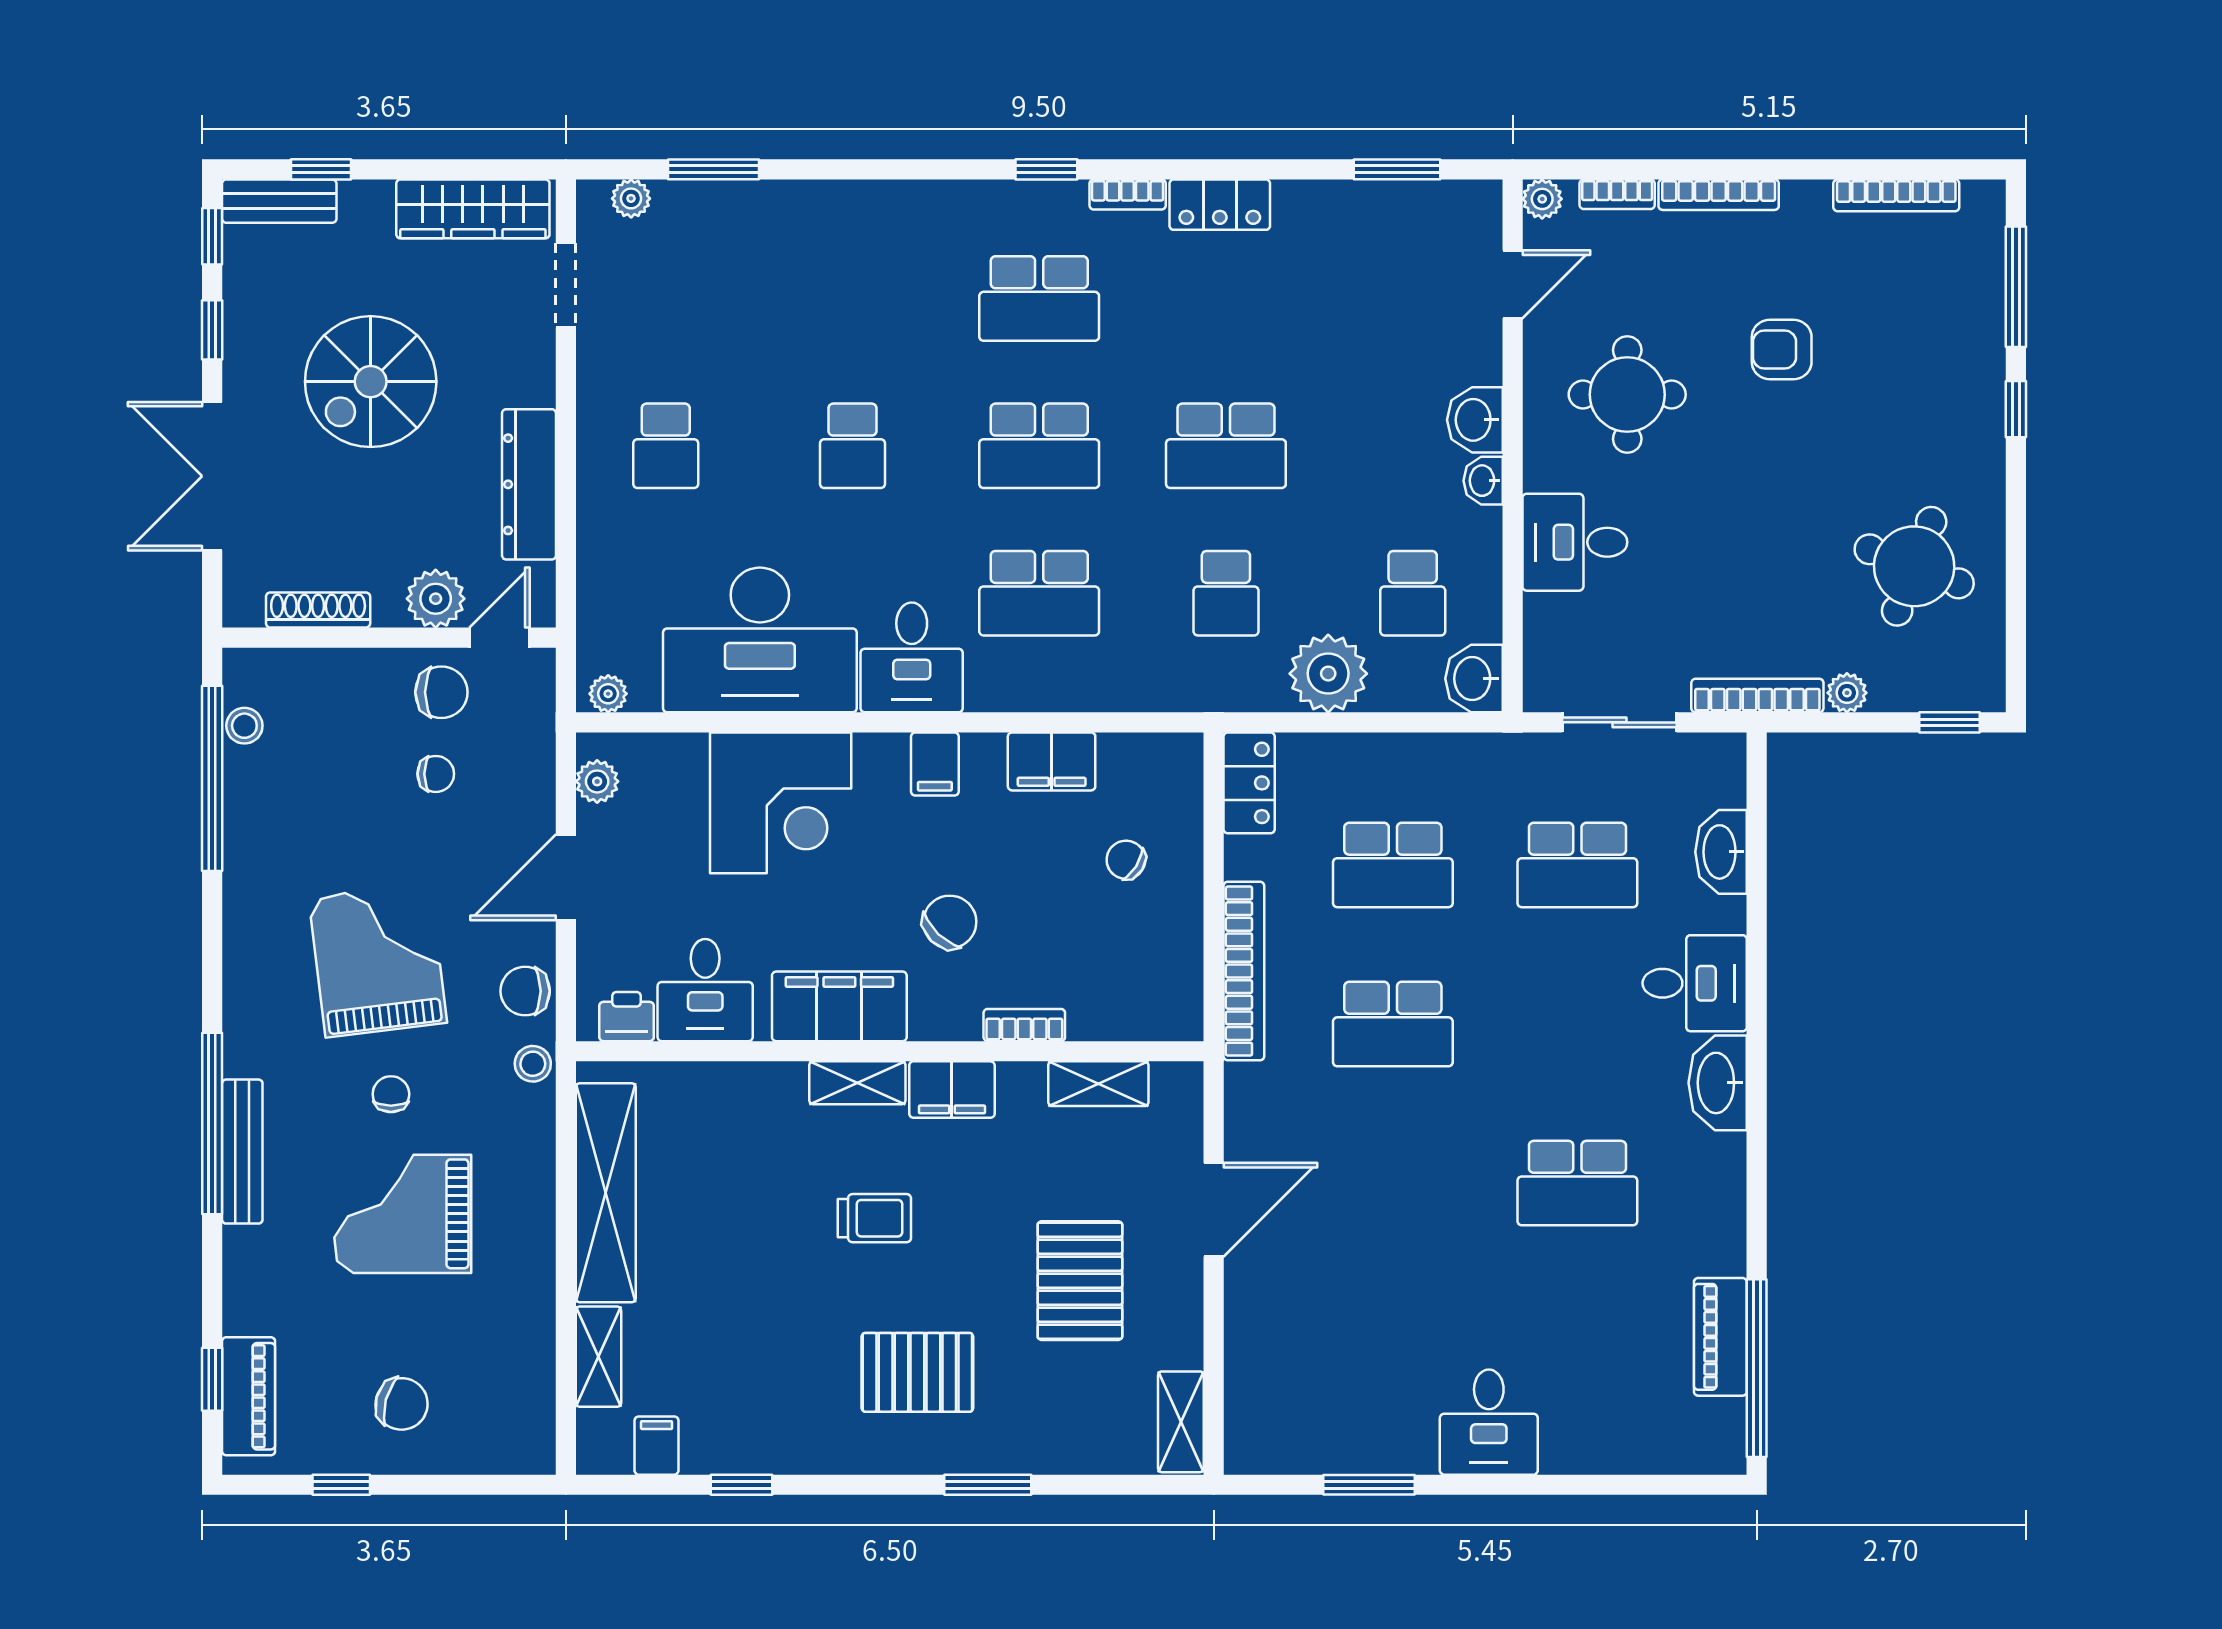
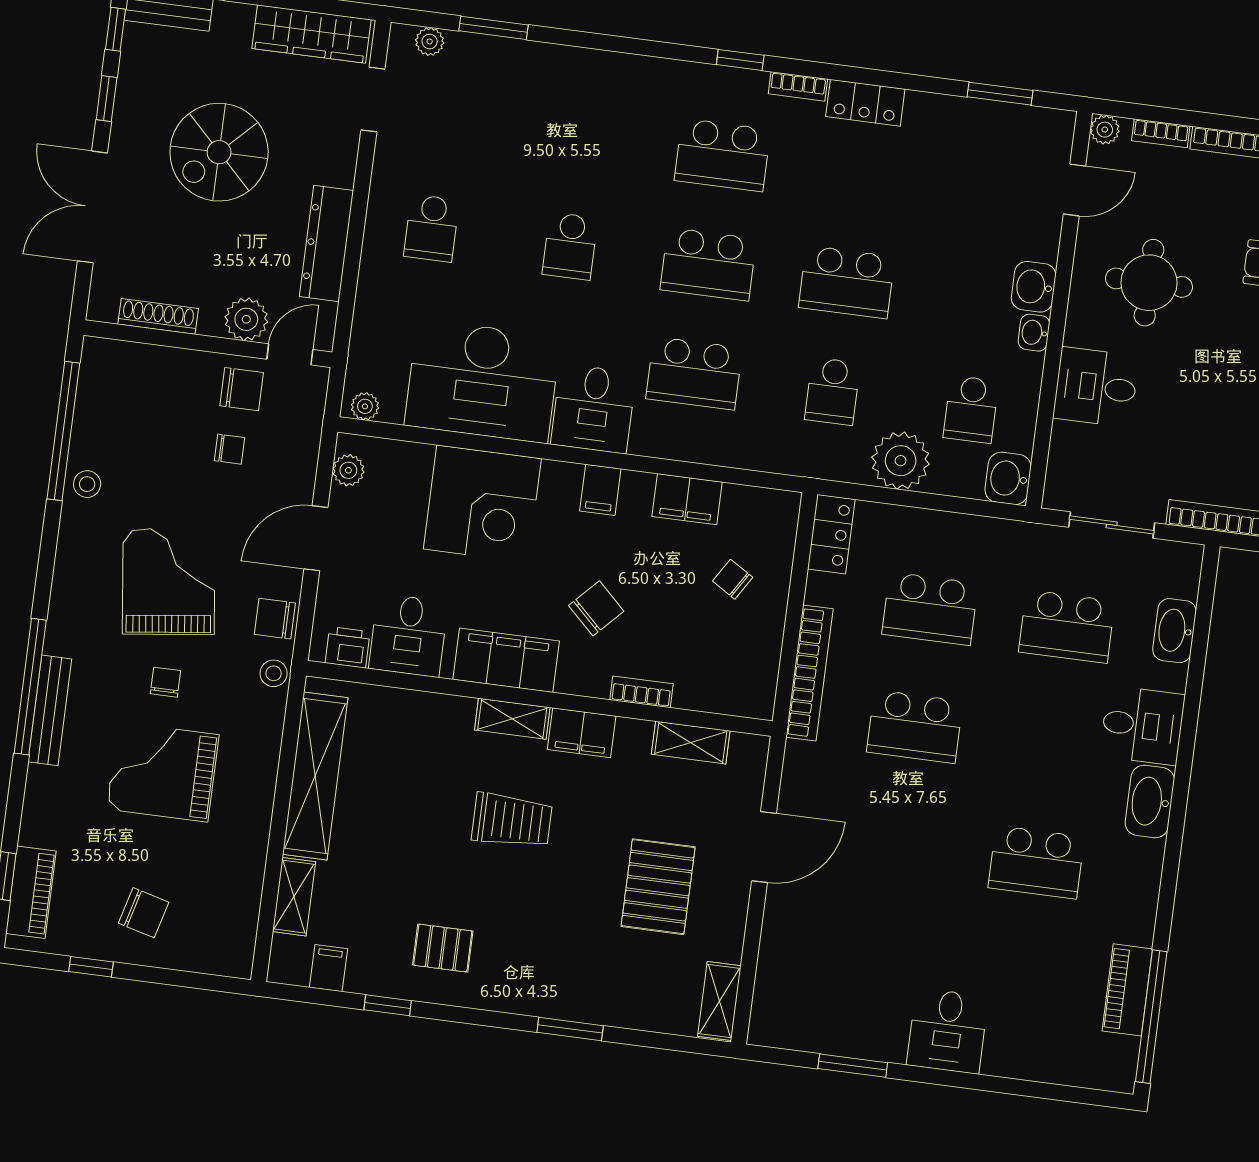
stool: (244, 726) -> (87, 484), moved
trolley: (874, 1218) -> (512, 821), width x1.36, depth x1.39
pallet: (917, 1372) -> (443, 948), moved, width x0.67, depth x0.71

